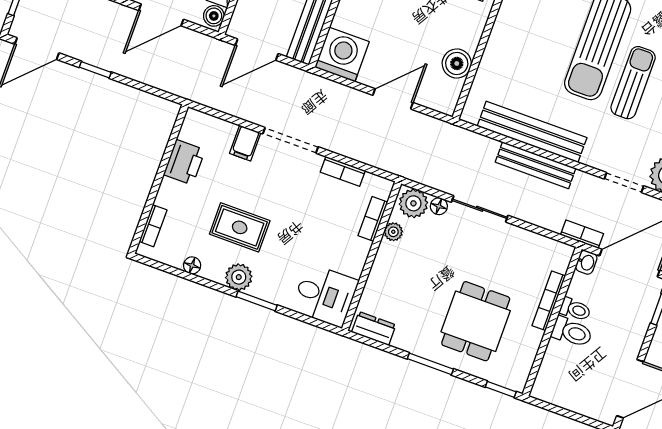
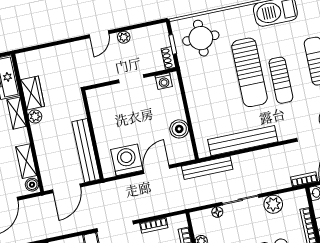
washing machine: (342, 55) -> (127, 160), moved
sun lounger: (633, 83) -> (281, 80), turned 180
bench: (536, 165) -> (207, 168), moved
plant: (413, 203) -> (273, 204), moved

